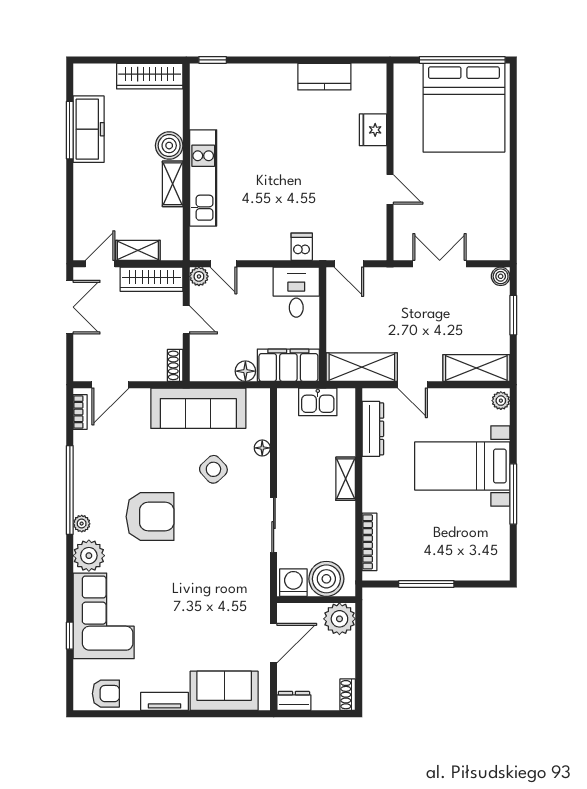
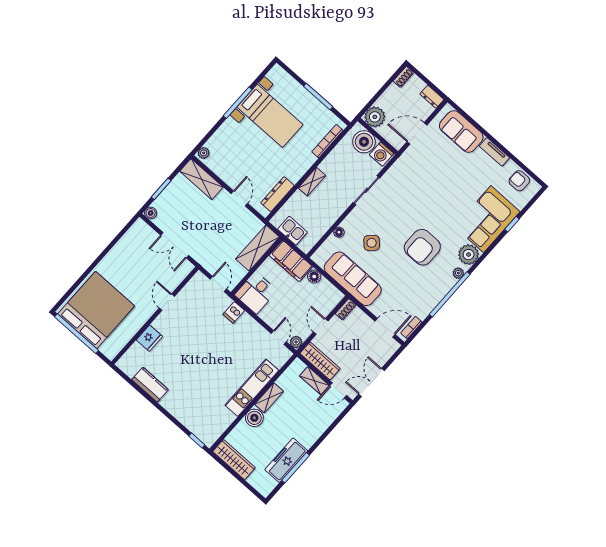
shelving: (362, 367) -> (257, 248), moved, turned 90
bed with nightstands: (462, 466) -> (270, 116), moved
armchair: (150, 517) -> (422, 247), turned -90

